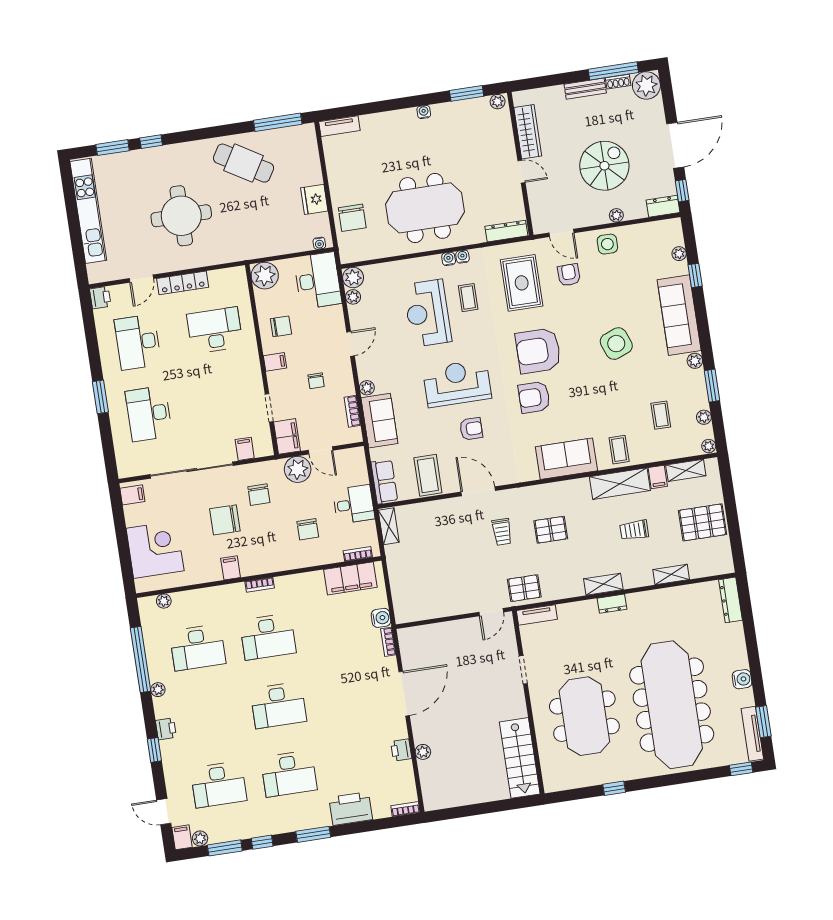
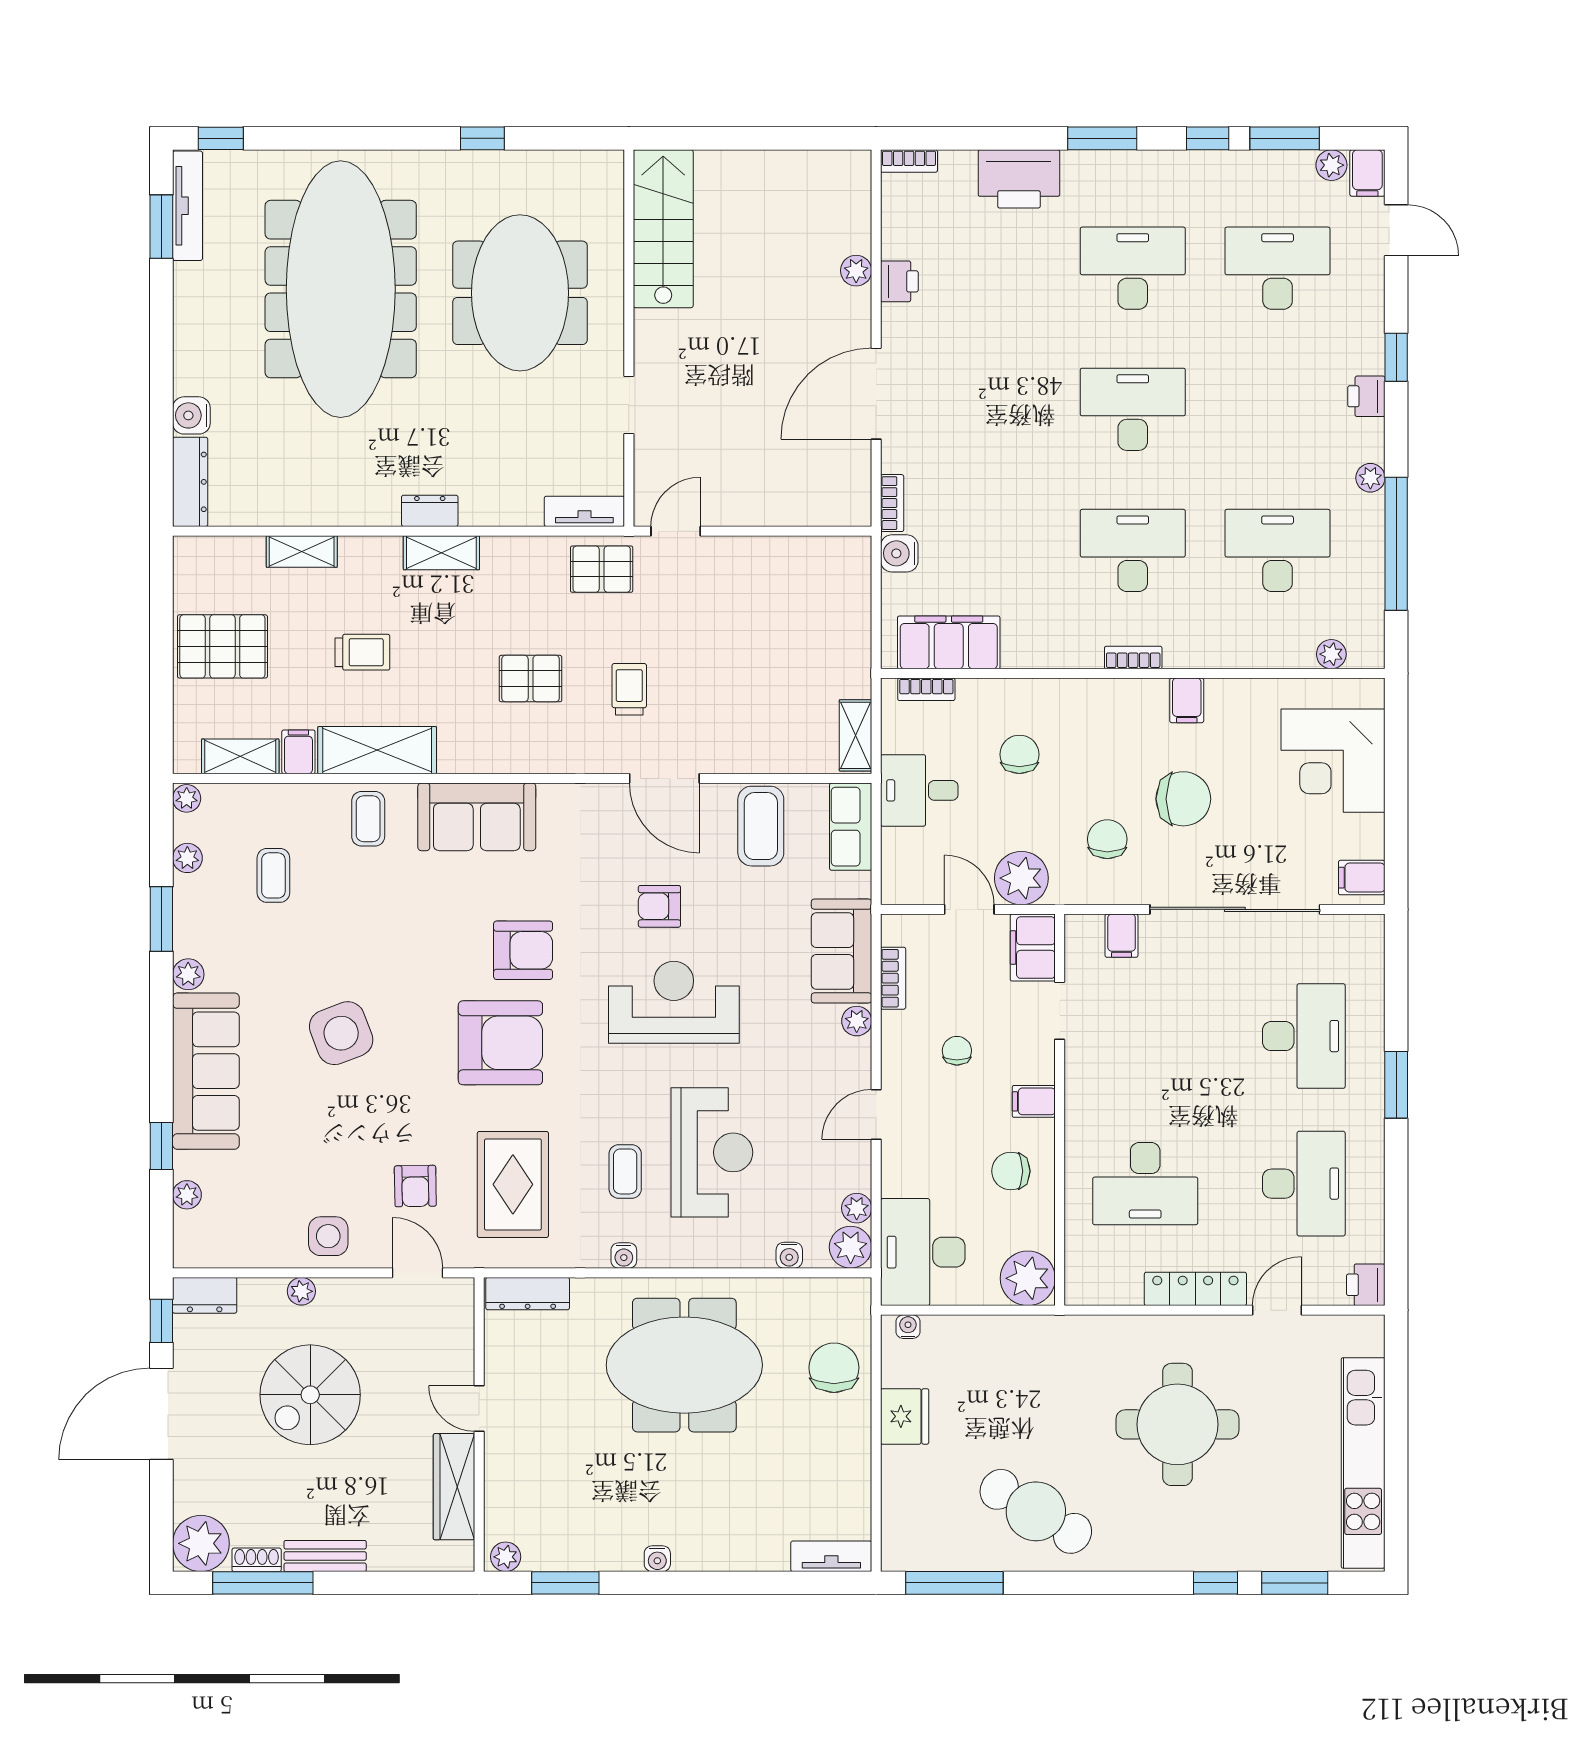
water cooler: (449, 259) -> (789, 1255), moved
reception desk: (457, 383) -> (674, 1002), turned 180
water cooler: (742, 679) -> (191, 415), moved

